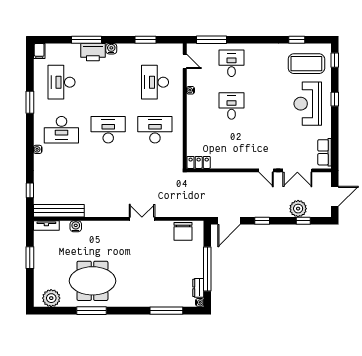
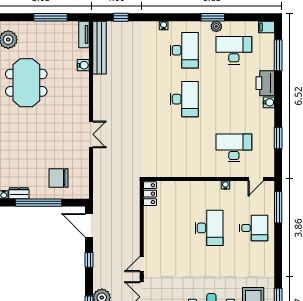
window: (87, 40) -> (278, 55), moved
plant: (39, 99) -> (216, 26), added
desk: (231, 106) -> (209, 228), width x1.37
desk: (61, 130) -> (184, 50), turned 180
desk: (155, 130) -> (184, 148), removed
chair: (183, 231) -> (58, 178), moved
window: (30, 258) -> (51, 17), width x1.44

